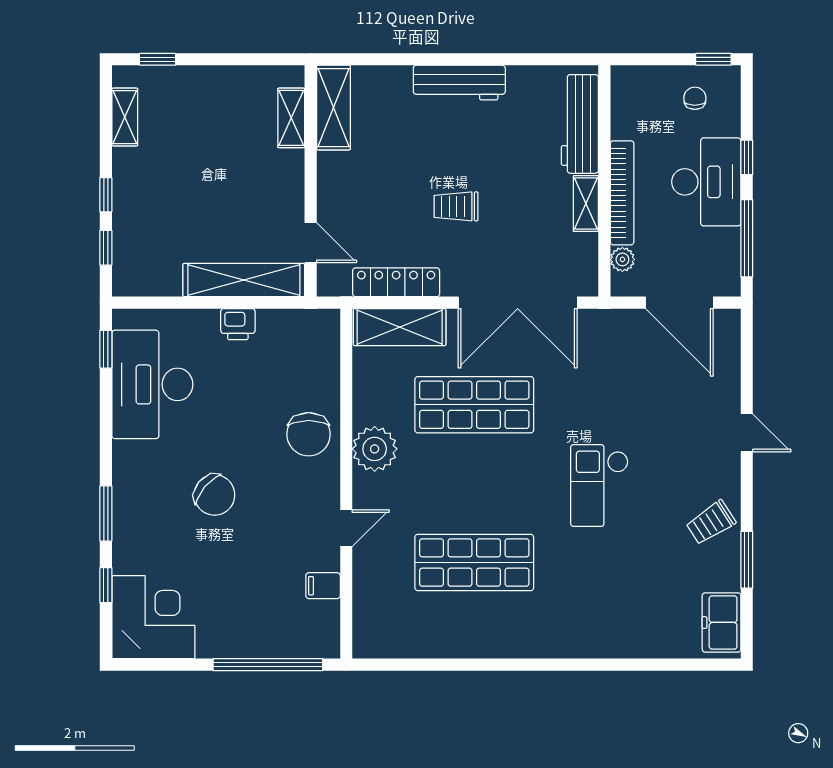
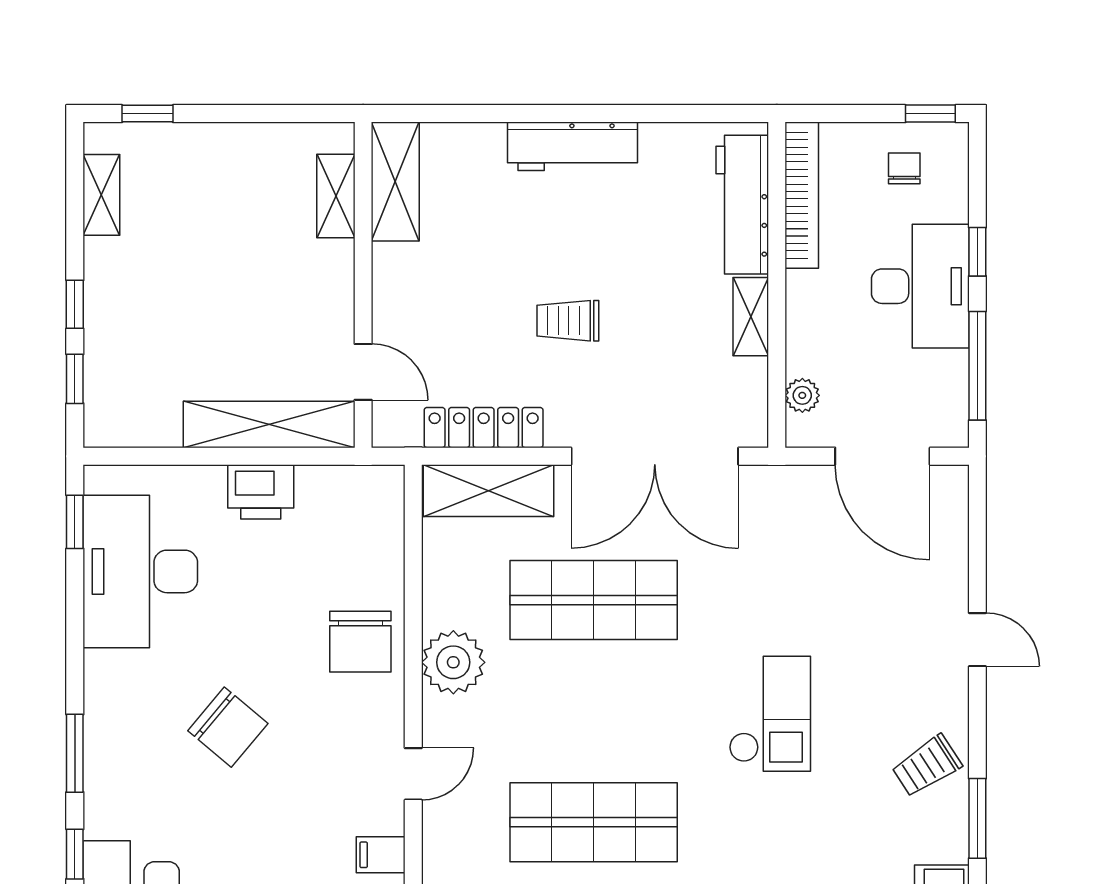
bookcase: (622, 193) -> (802, 195), moved
printer: (238, 324) -> (261, 492), width x1.36, depth x1.24
checkout: (599, 486) -> (770, 714), turned 180

